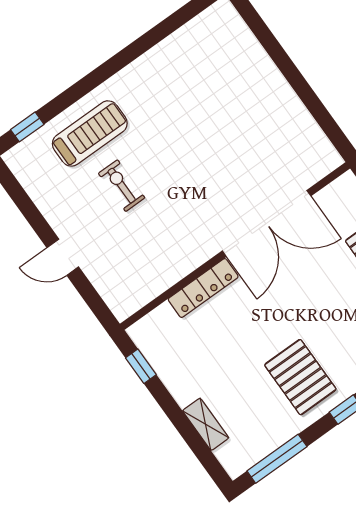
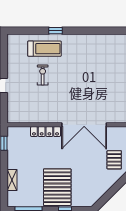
window: (27, 127) -> (55, 31), moved
pallet: (300, 377) -> (57, 187), width x1.37, depth x1.41

